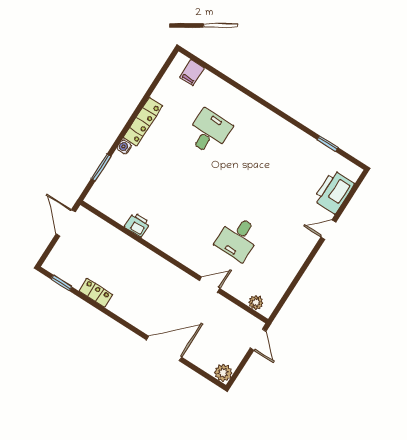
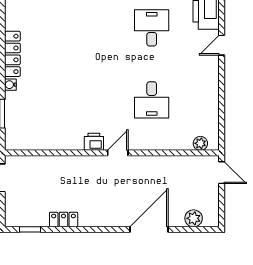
desk: (209, 132) -> (152, 28), moved
printer: (137, 225) -> (94, 142), moved
door: (210, 285) -> (118, 153), moved
plant: (223, 373) -> (194, 218), moved

